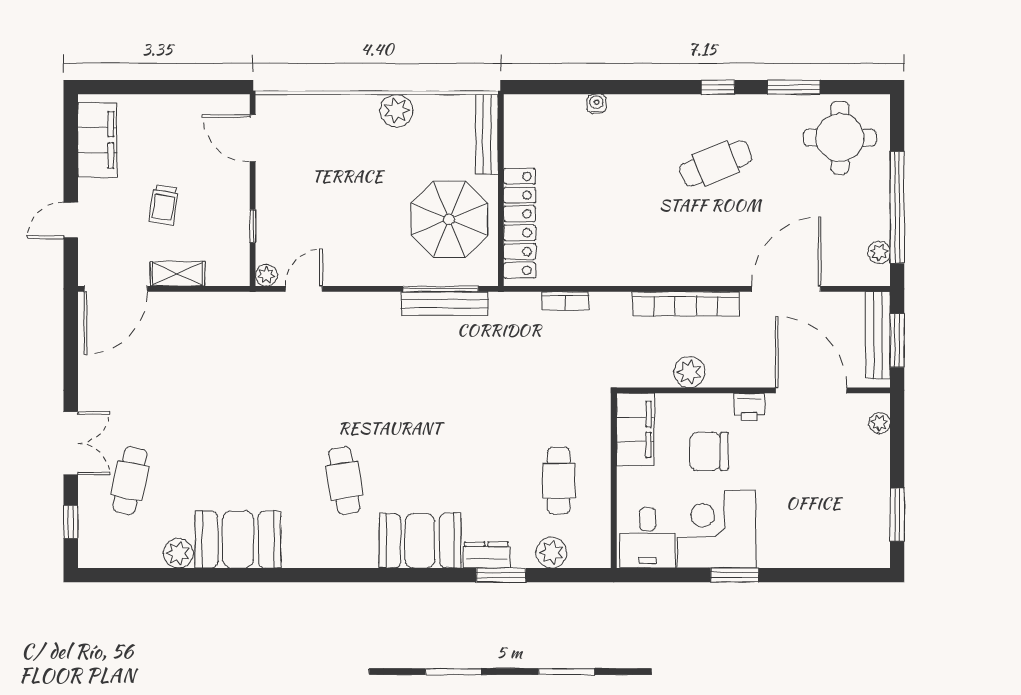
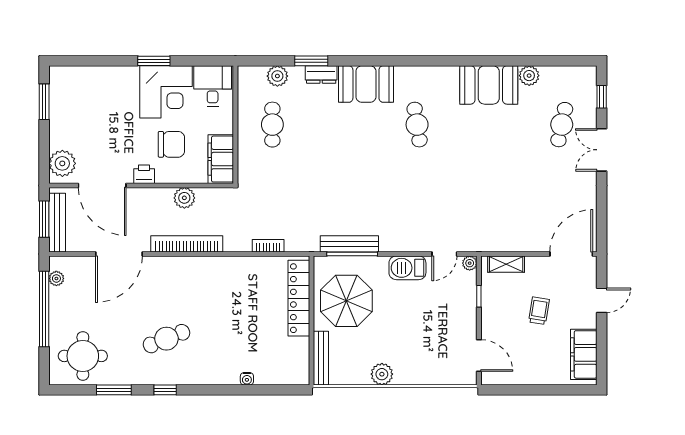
barbecue: (359, 268) -> (407, 268), added
shelving: (178, 274) -> (506, 264), moved
plant: (880, 423) -> (62, 163), width x1.88, depth x1.88

